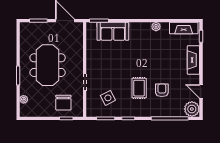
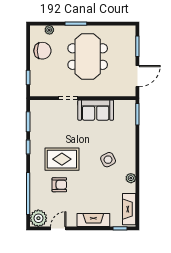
sofa: (113, 31) -> (96, 110), moved, turned -90
meeting table: (48, 65) -> (88, 57), turned 90
rug: (139, 88) -> (62, 159), width x1.36, depth x1.43
side table: (108, 98) -> (108, 160), moved
chair: (63, 103) -> (42, 51), moved, turned 180

